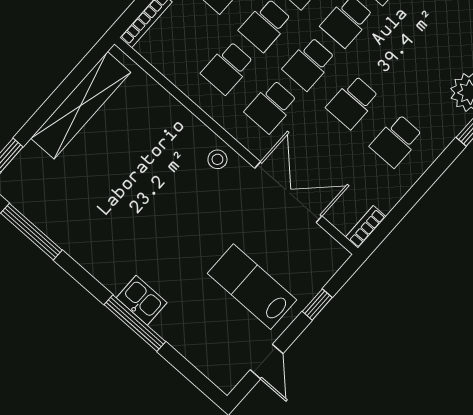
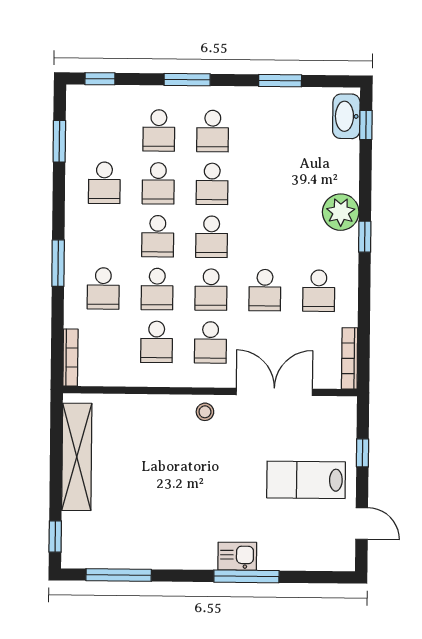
bookcase: (366, 227) -> (350, 358), width x1.56

